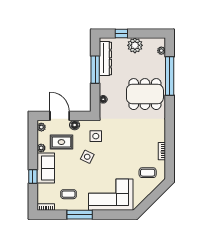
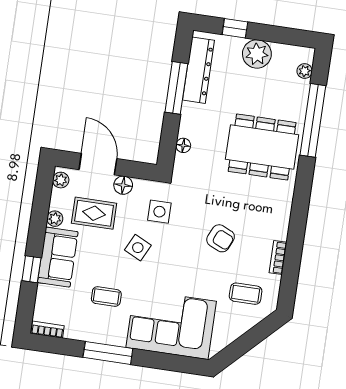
armchair: (130, 145) -> (221, 238), added
coffee table: (68, 194) -> (106, 297), moved

